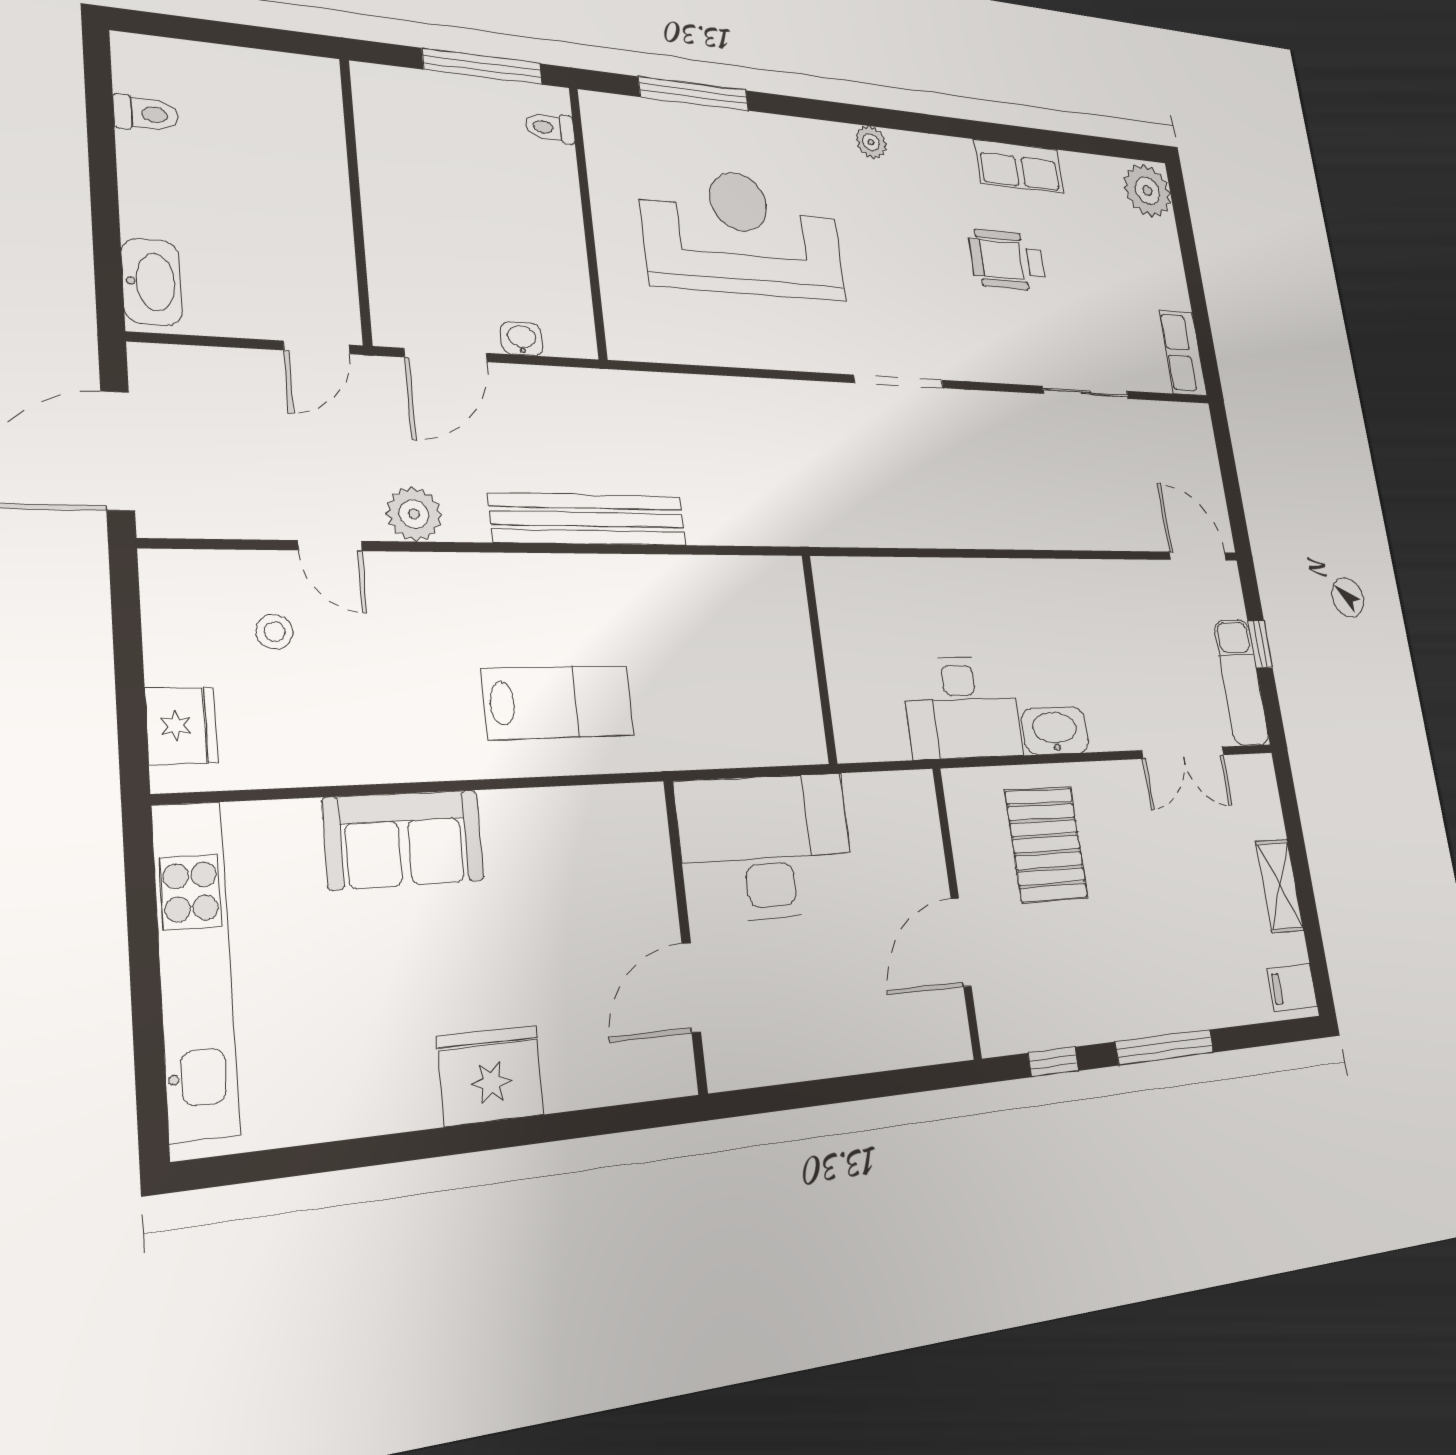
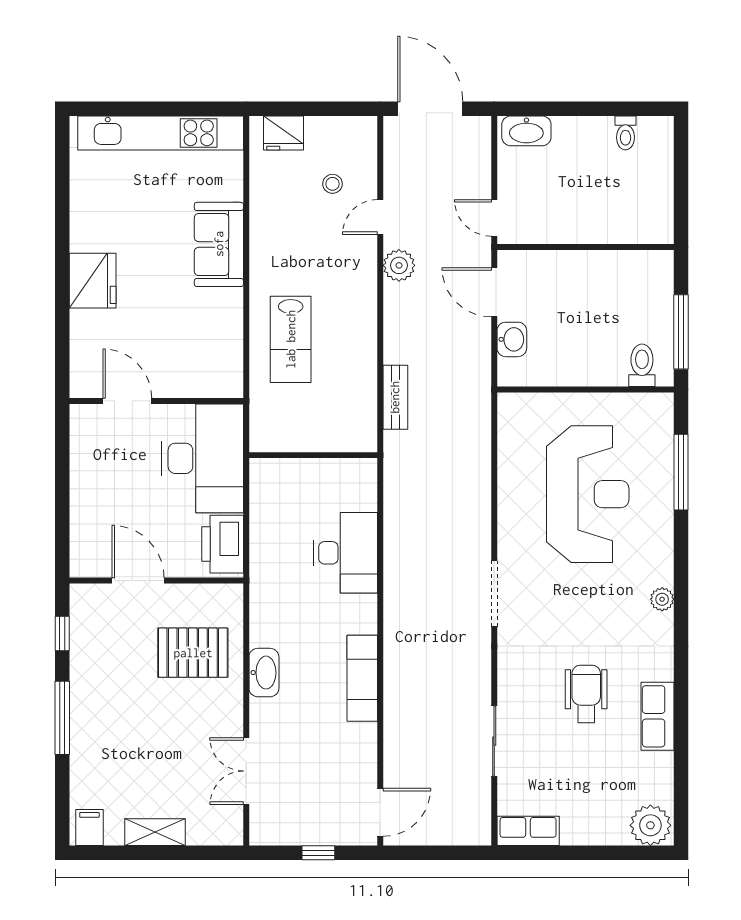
toilet: (550, 128) -> (642, 365), width x1.37, depth x1.39
washbasin: (522, 339) -> (512, 339), width x1.38, depth x1.45
bench: (589, 519) -> (395, 397), width x0.54, depth x0.82
wall: (819, 659) -> (313, 455), moved
exam couch: (1241, 682) -> (362, 678), moved, turned -90
desk: (962, 707) -> (346, 553), moved, turned 180
printer: (890, 805) -> (223, 544), added

